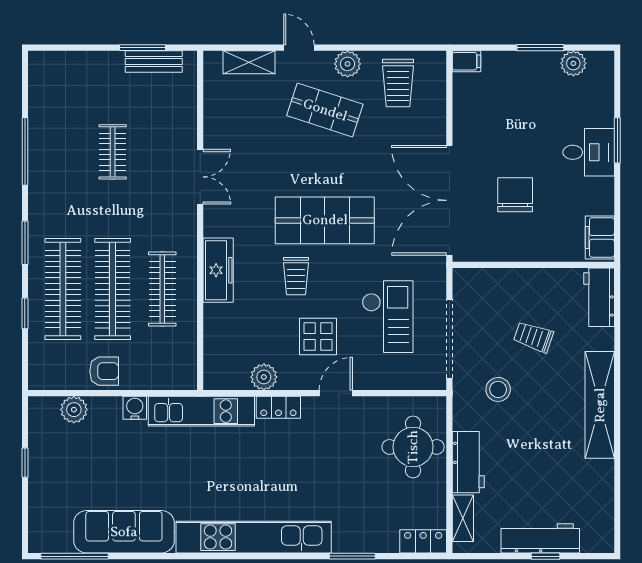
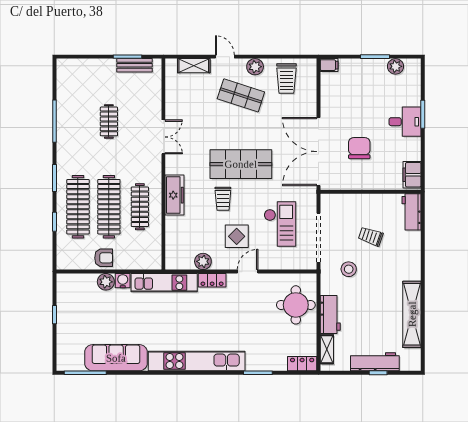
shelving: (600, 405) -> (412, 314), moved
plant: (74, 410) -> (106, 282), moved

